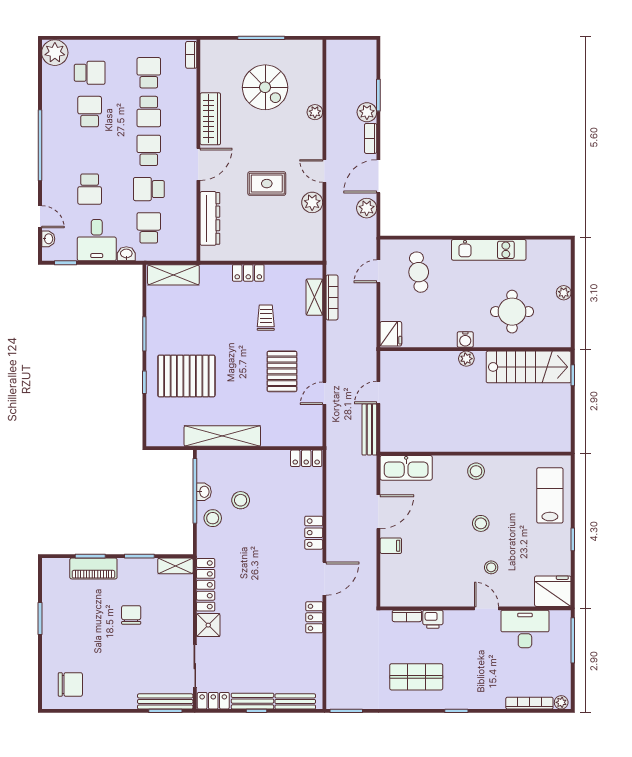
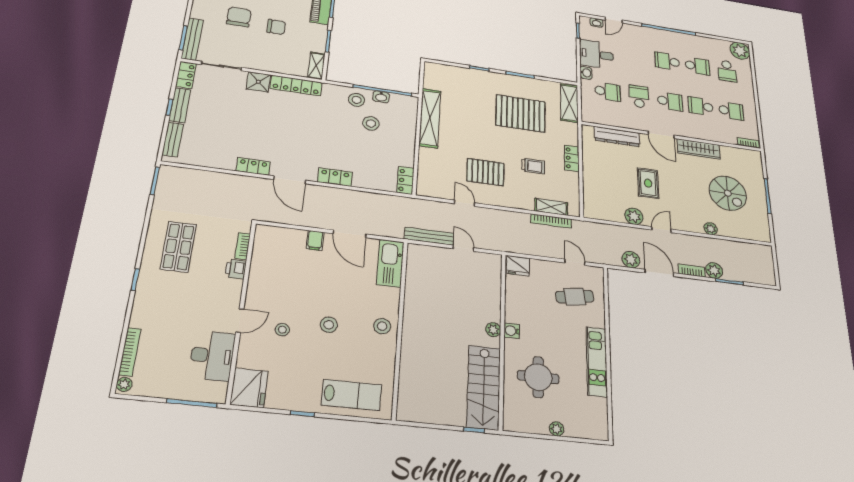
spiral stairs: (265, 87) -> (728, 193), turned -90
school desk: (90, 189) -> (667, 61), moved
pallet: (186, 376) -> (521, 113), moved, turned 90
chair: (125, 657) -> (239, 17), added

